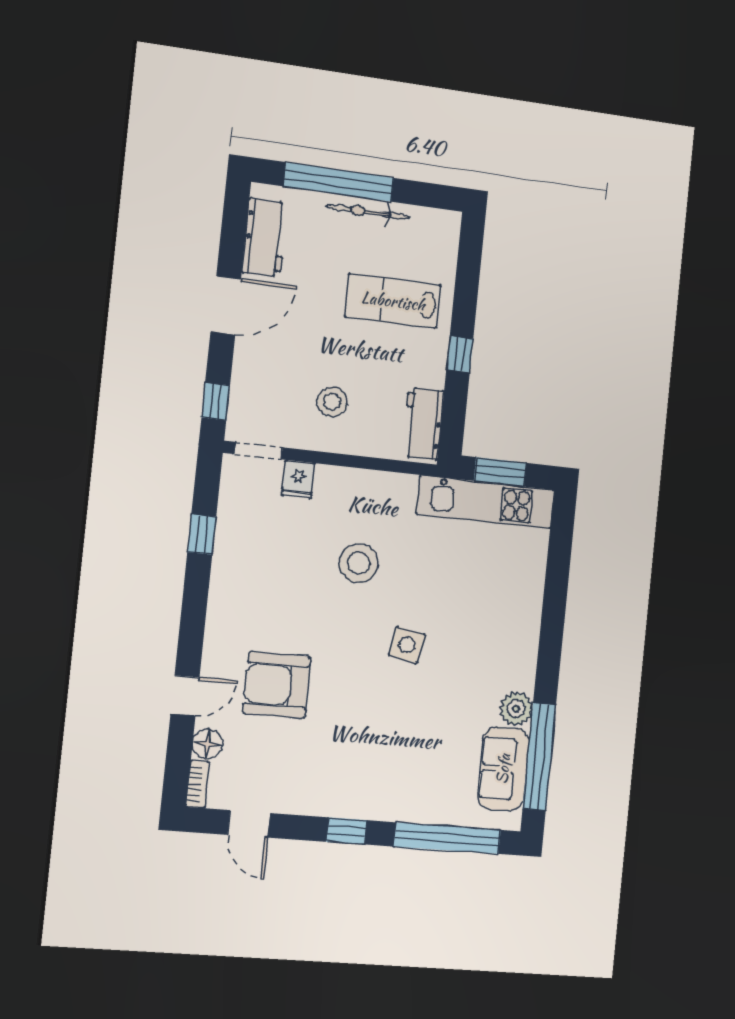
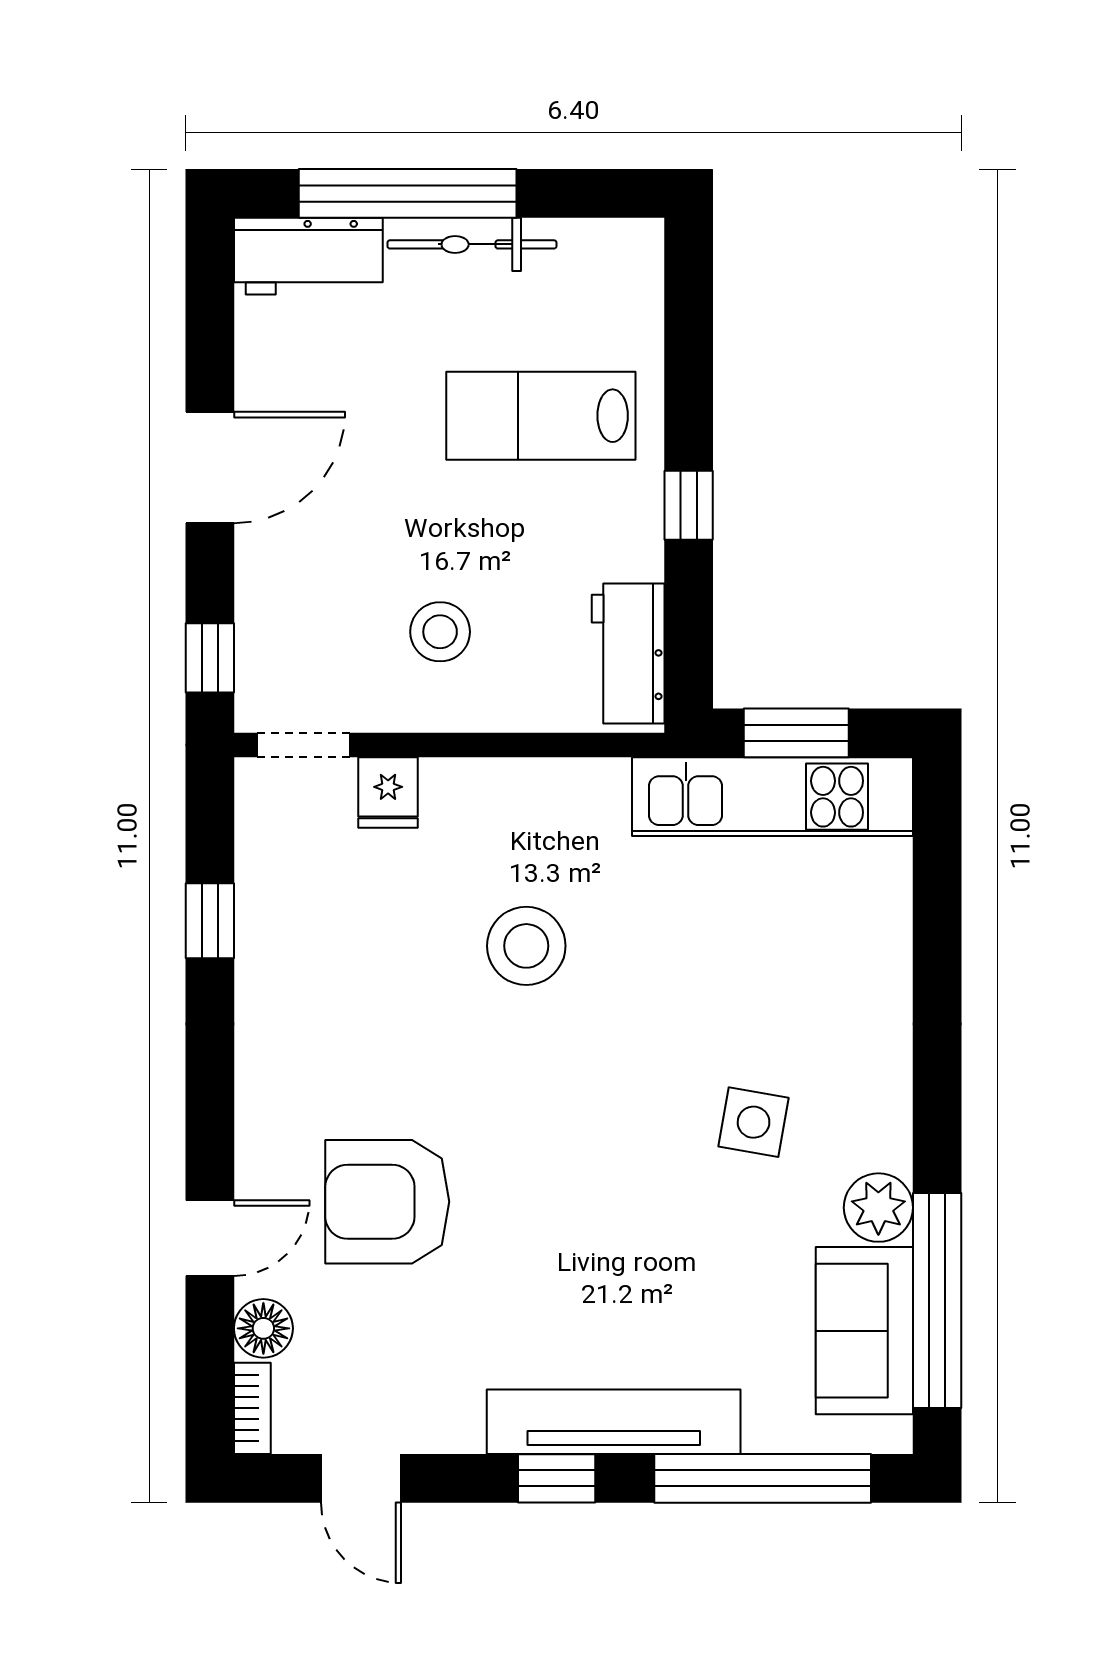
workbench: (265, 238) -> (308, 256), moved, turned 90
side table: (407, 645) -> (754, 1122), moved
tv unit: (378, 805) -> (614, 1422), added

